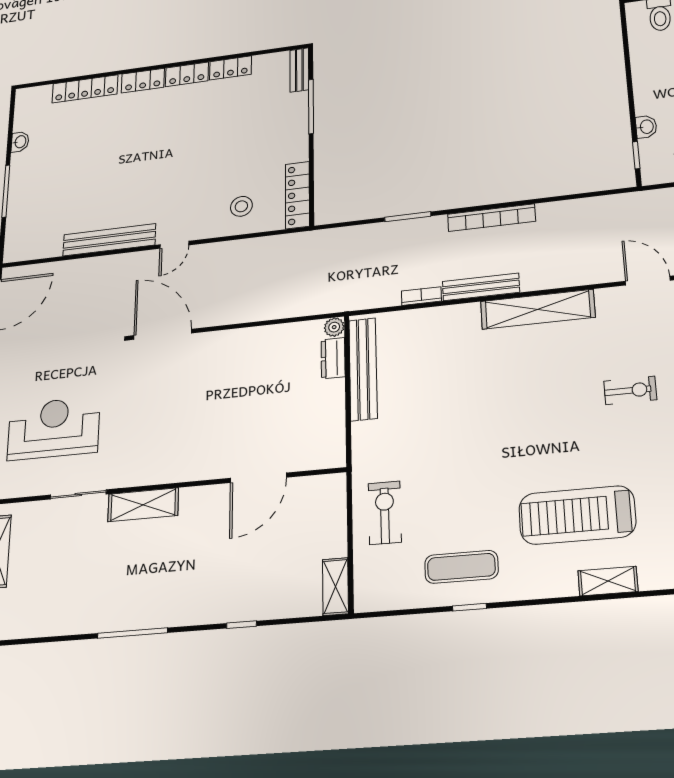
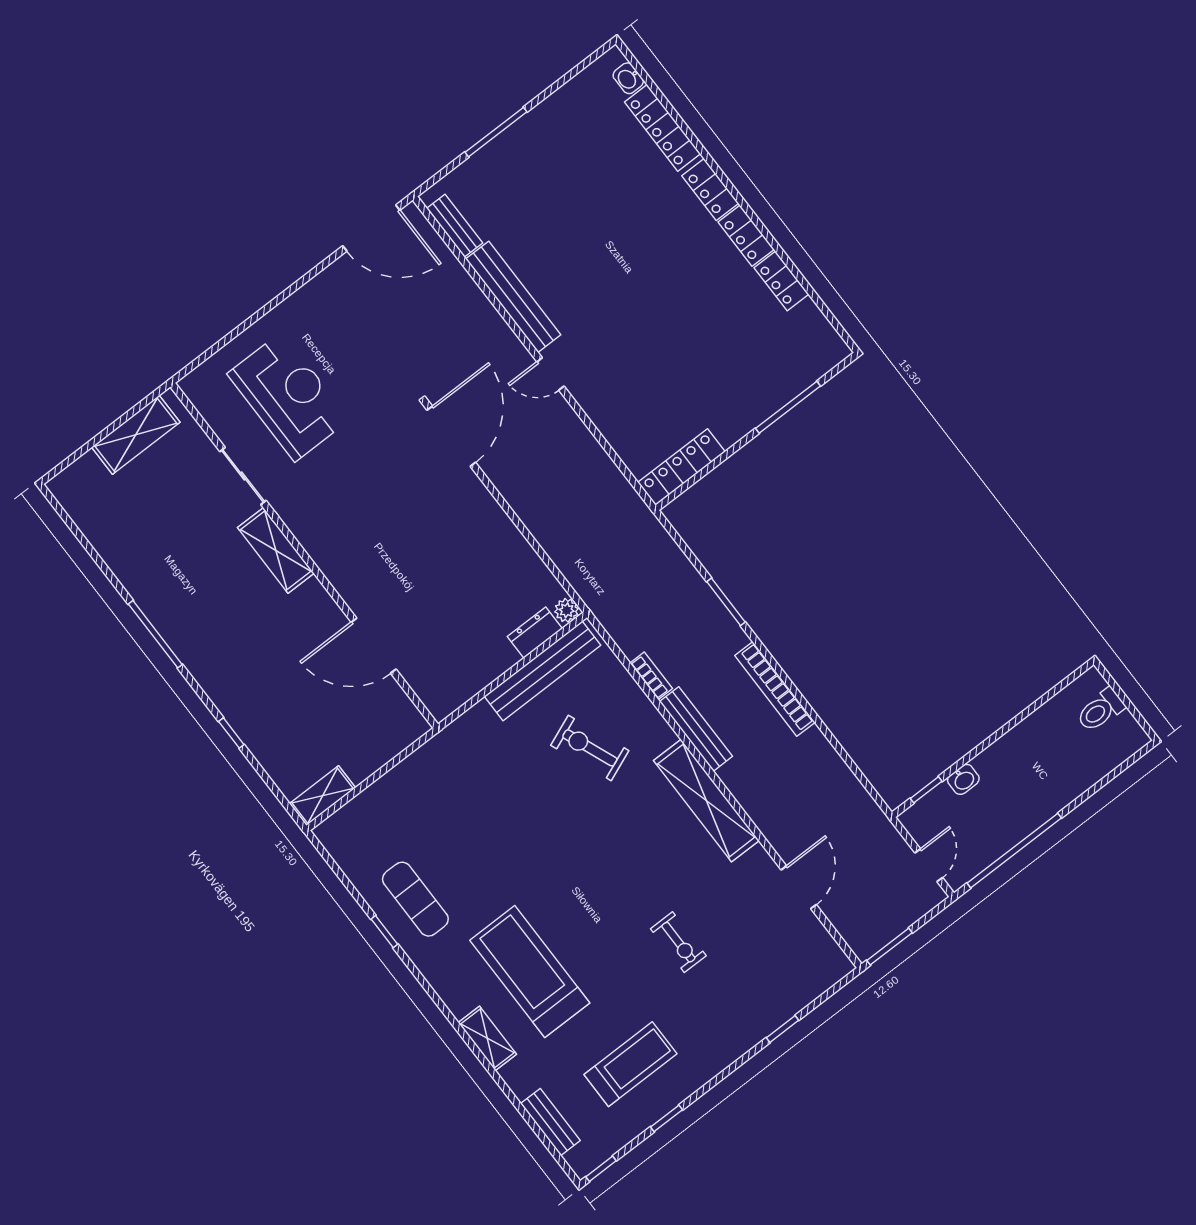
bench: (299, 70) -> (455, 226), moved, turned 90
washbasin: (20, 142) -> (628, 78), moved, turned 90
stool: (241, 206) -> (634, 415), removed
exercise bike: (385, 513) -> (590, 748), moved, turned -112

